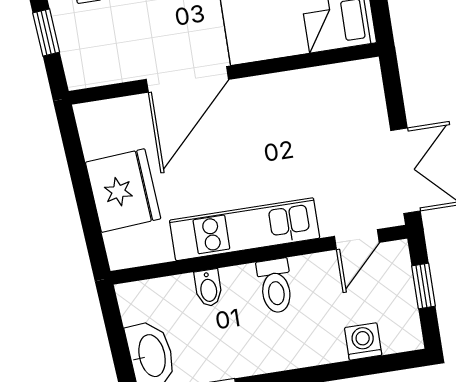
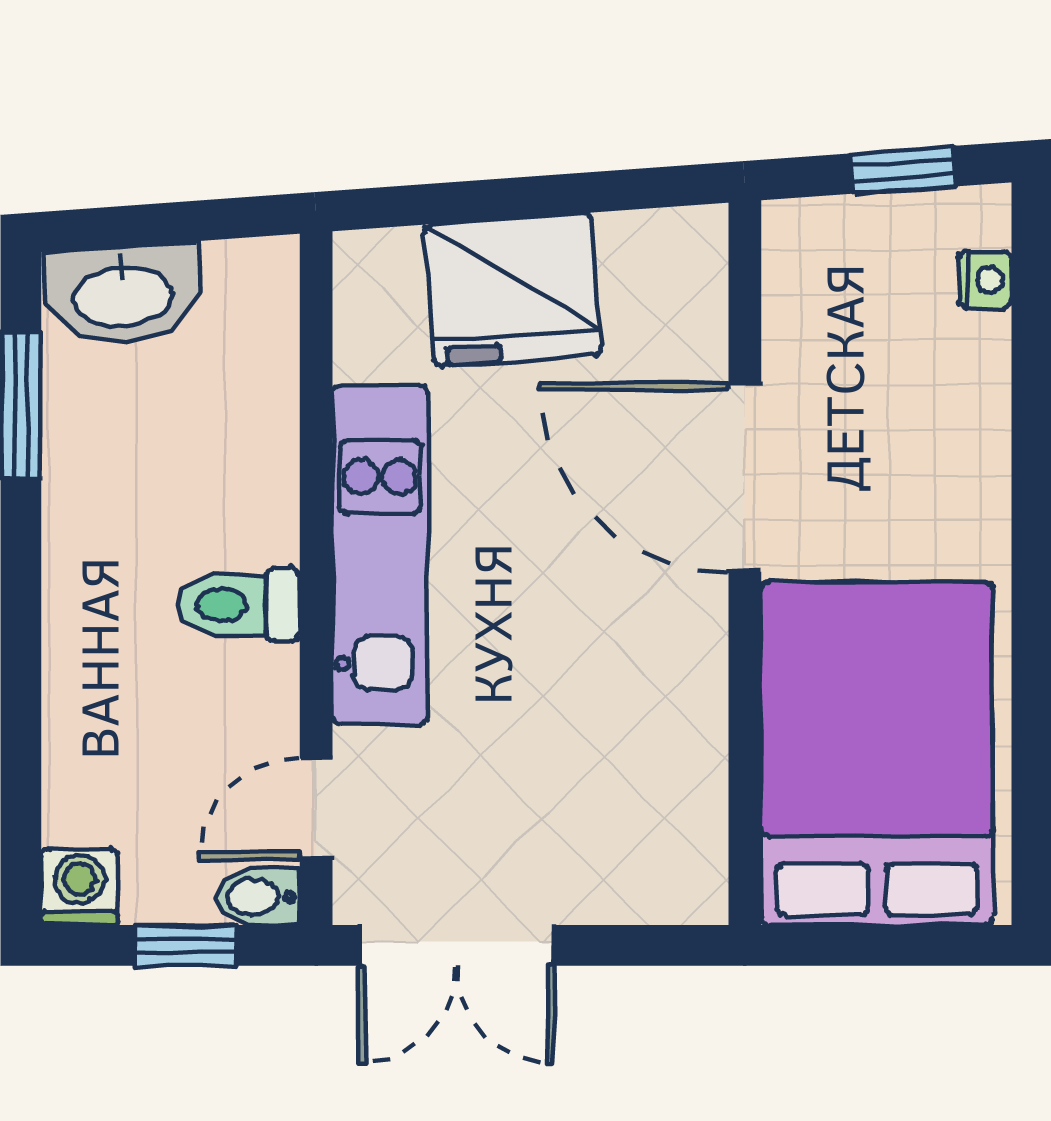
door: (357, 239) -> (316, 809), hinge flipped
bidet: (208, 288) -> (258, 897), moved
washing machine: (363, 341) -> (80, 887), moved, turned -90

